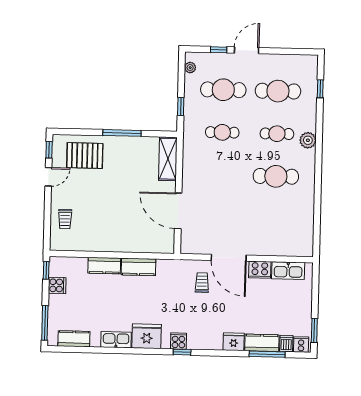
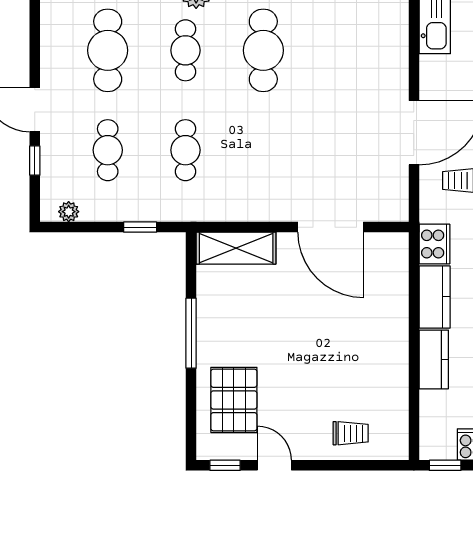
cafe table: (223, 90) -> (108, 150), width x0.73, depth x0.74
door: (178, 211) -> (331, 227), hinge flipped
cooker: (260, 270) -> (434, 244), moved

